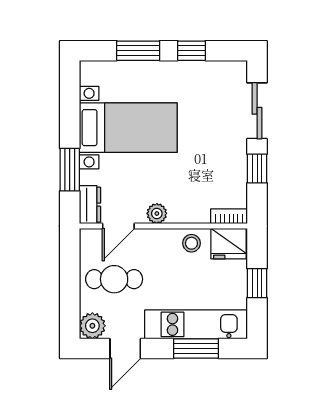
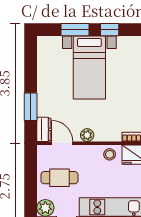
bed with nightstands: (128, 128) -> (89, 68), moved, turned 90
door: (118, 226) -> (62, 143), swing flipped

